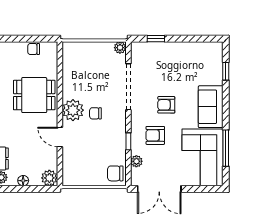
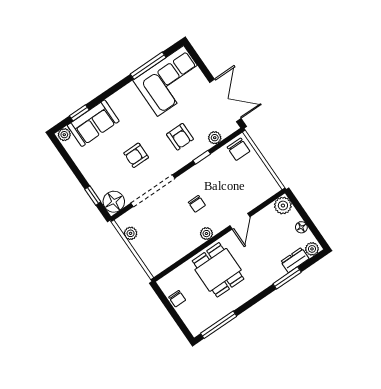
plant: (120, 48) -> (131, 233), moved
plant: (217, 49) -> (64, 135), added
floor lamp: (140, 51) -> (114, 202), added
armchair: (166, 105) -> (136, 155), moved, turned 90
sofa: (211, 107) -> (93, 123), moved
plant: (73, 110) -> (206, 234), width x0.53, depth x0.53

